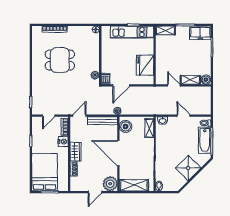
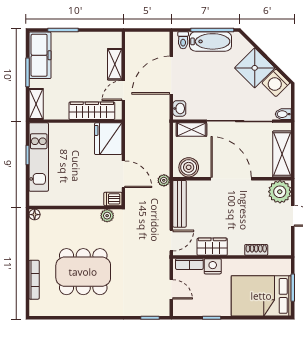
freezer: (200, 33) -> (40, 55), width x1.40
dining table: (60, 60) -> (83, 272), width x1.38
fridge: (145, 65) -> (108, 139), moved, turned 90
wardrobe: (161, 66) -> (92, 111), added
boiler: (206, 80) -> (114, 40), removed
door: (79, 116) -> (171, 241), swing flipped
door: (184, 116) -> (171, 75), width x1.88
wardrobe: (76, 152) -> (212, 247), moved
door: (118, 153) -> (231, 179), swing flipped
washing machine: (179, 181) -> (276, 83), added

